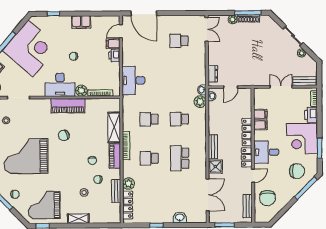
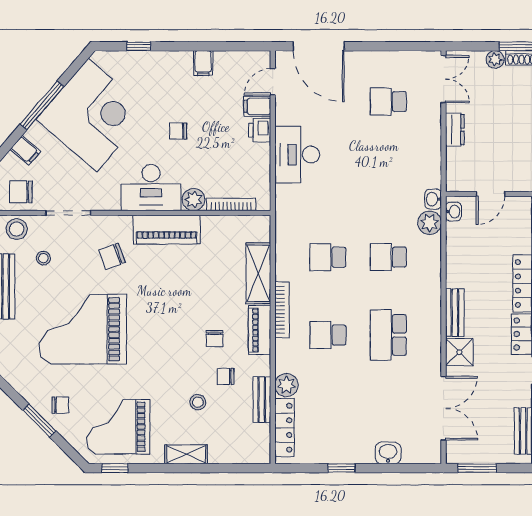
filing cabinet: (81, 22) -> (203, 63), width x0.50
dresser: (213, 74) -> (455, 130), moved
desk: (133, 80) -> (297, 154), moved
chair: (64, 135) -> (112, 256), moved

